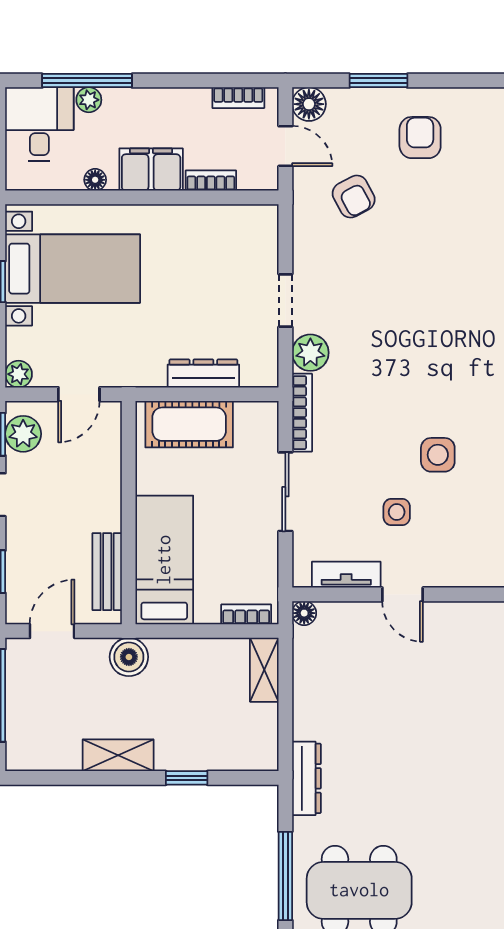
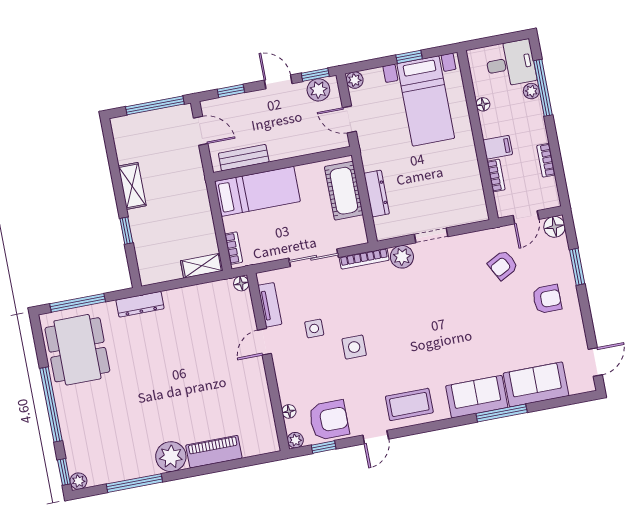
bookcase: (238, 98) -> (546, 160), moved
filing cabinet: (151, 169) -> (498, 147), width x0.50
boiler: (129, 657) -> (194, 181), removed

